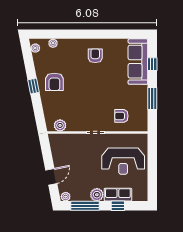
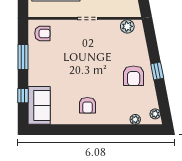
sofa: (138, 62) -> (39, 105), width x0.73
armchair: (54, 82) -> (134, 76), turned 180
armchair: (121, 116) -> (42, 33), moved

